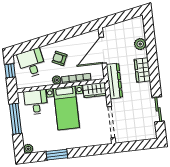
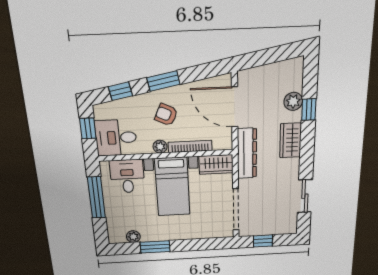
window: (57, 37) -> (163, 81), added
window: (30, 45) -> (120, 91), added
window: (151, 49) -> (309, 110), added
door: (103, 50) -> (235, 107), hinge flipped
desk: (32, 63) -> (116, 138), moved, turned -79
window: (133, 146) -> (263, 241), added
plant: (28, 149) -> (133, 237), moved

